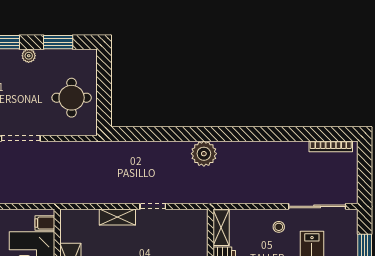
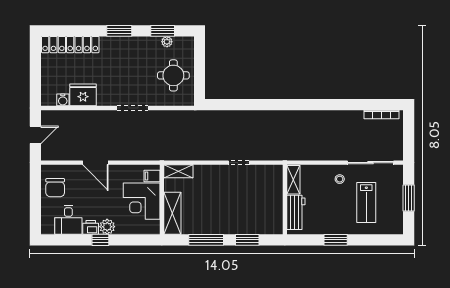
plant: (29, 56) -> (167, 42), moved
plant: (204, 154) -> (280, 120), removed
shelving: (117, 217) -> (178, 171), moved

